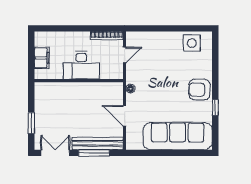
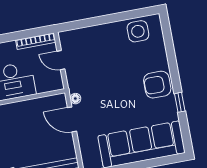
door: (125, 55) -> (61, 60), swing flipped
door: (125, 116) -> (72, 119), moved

